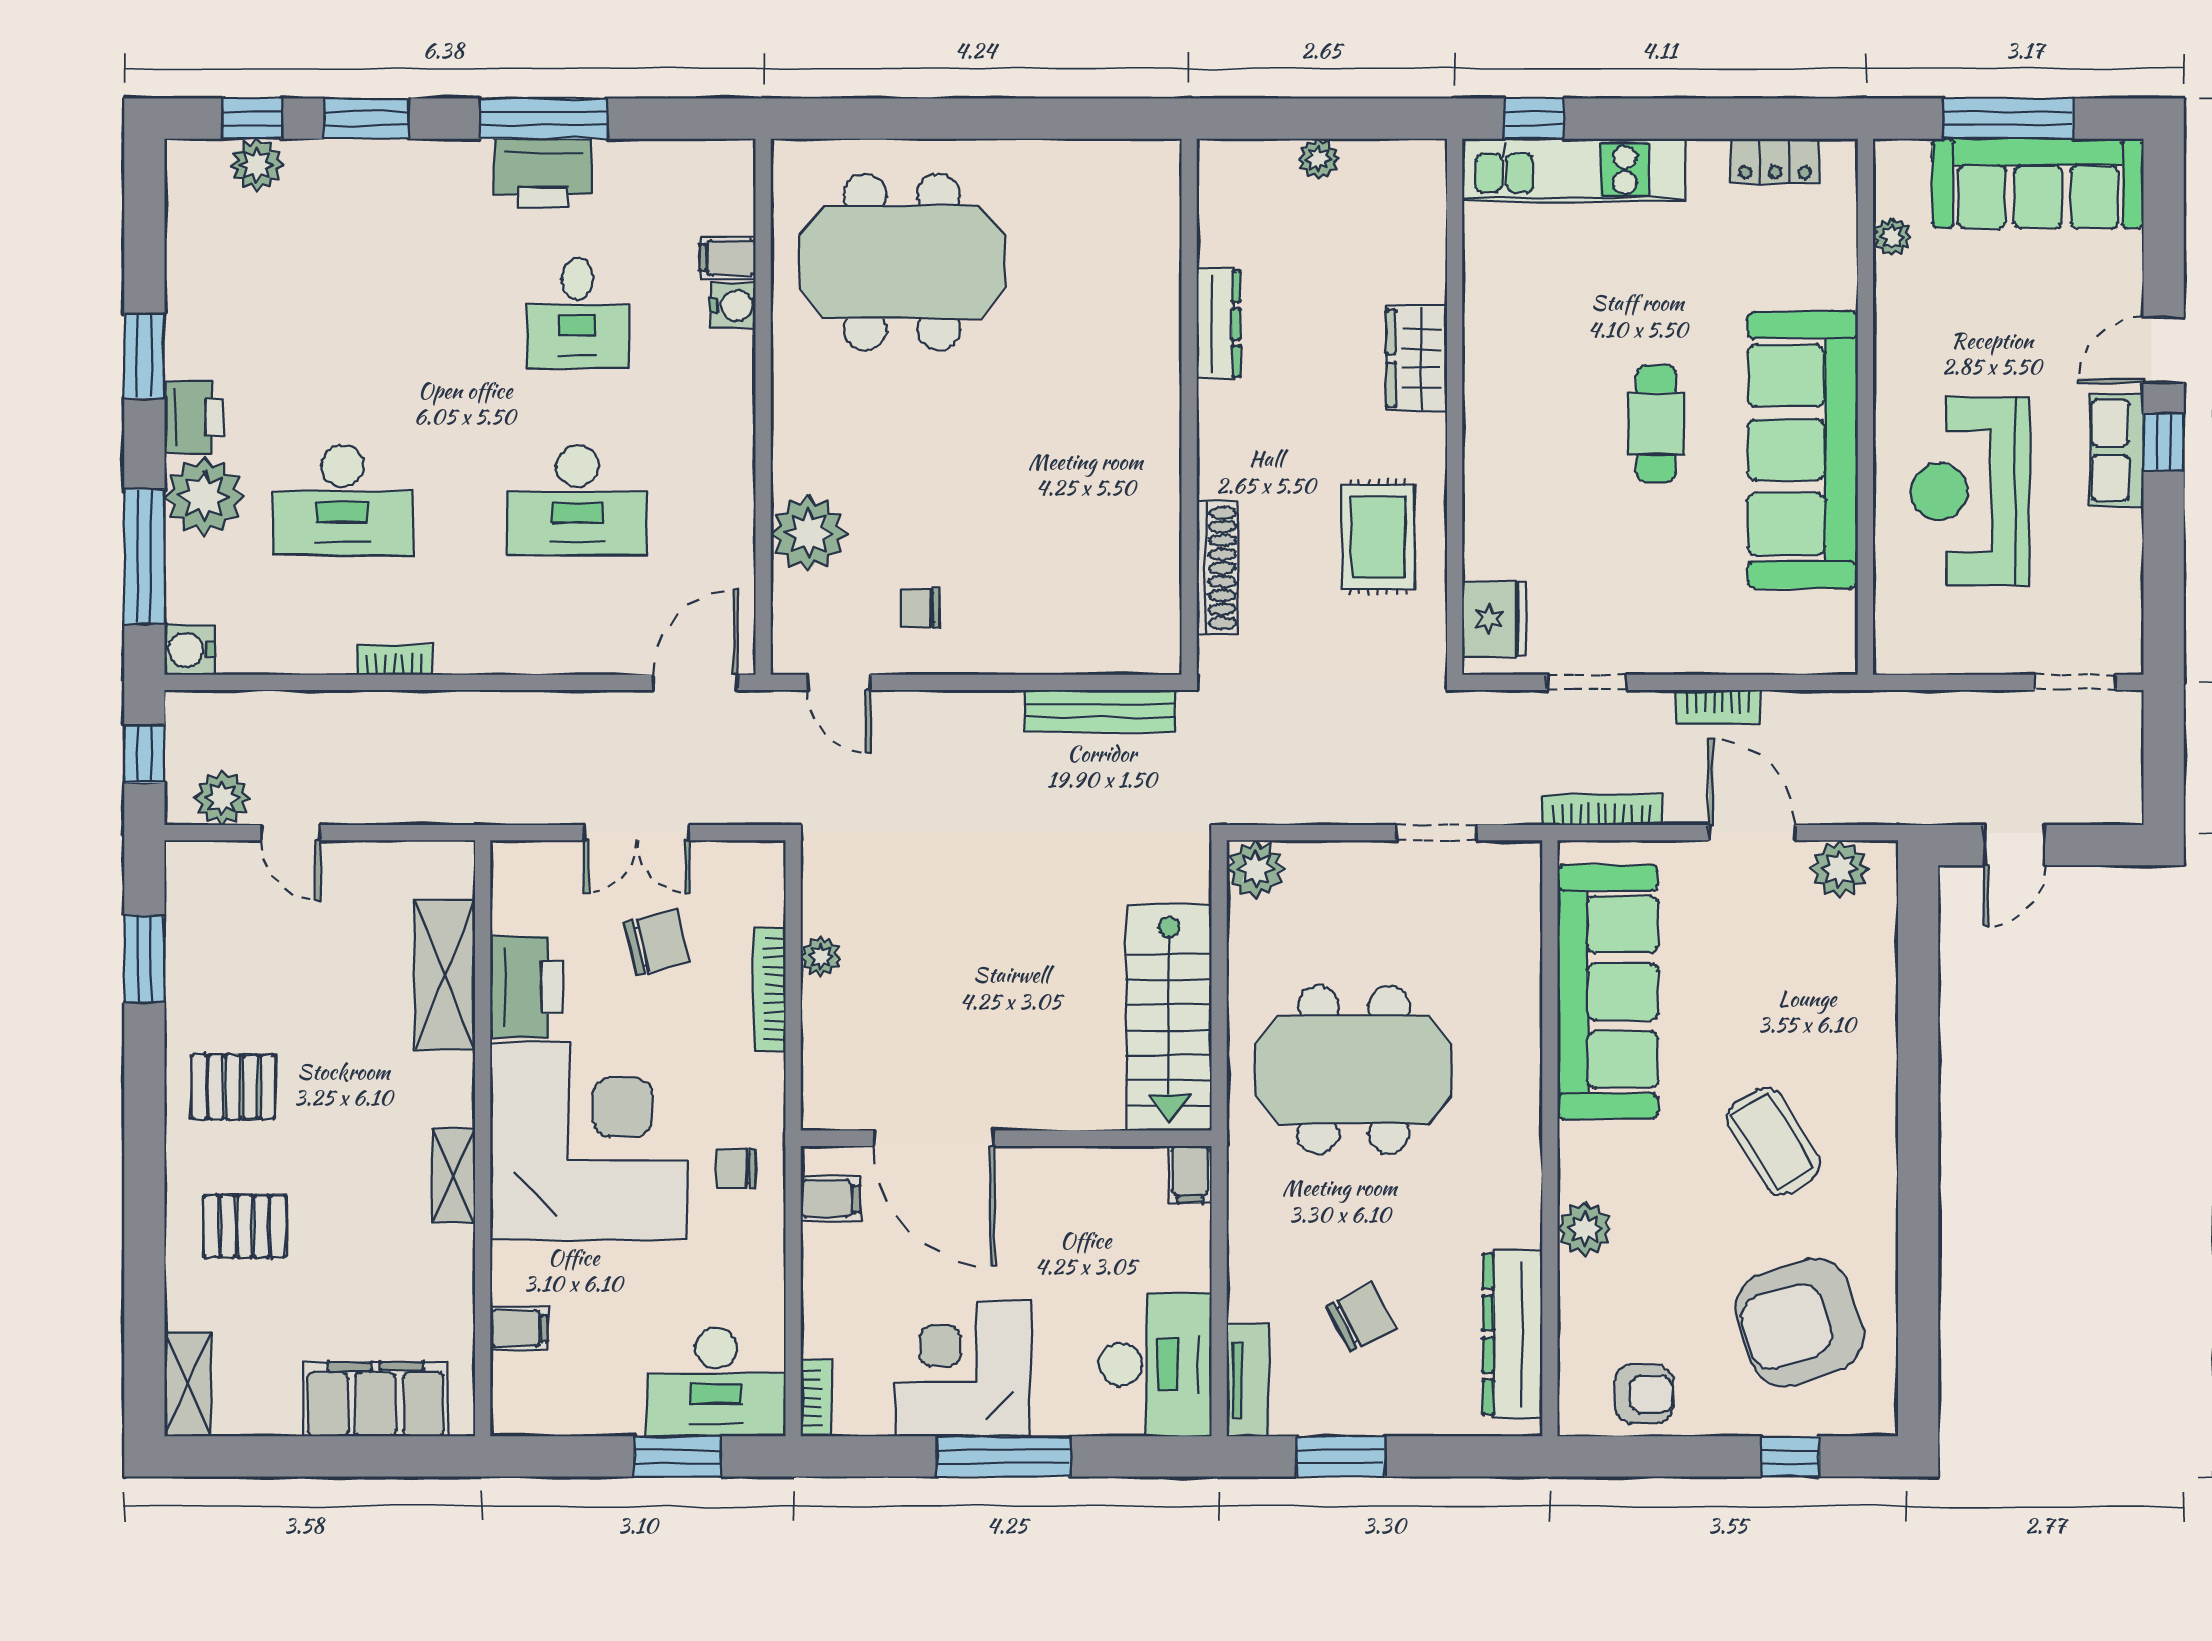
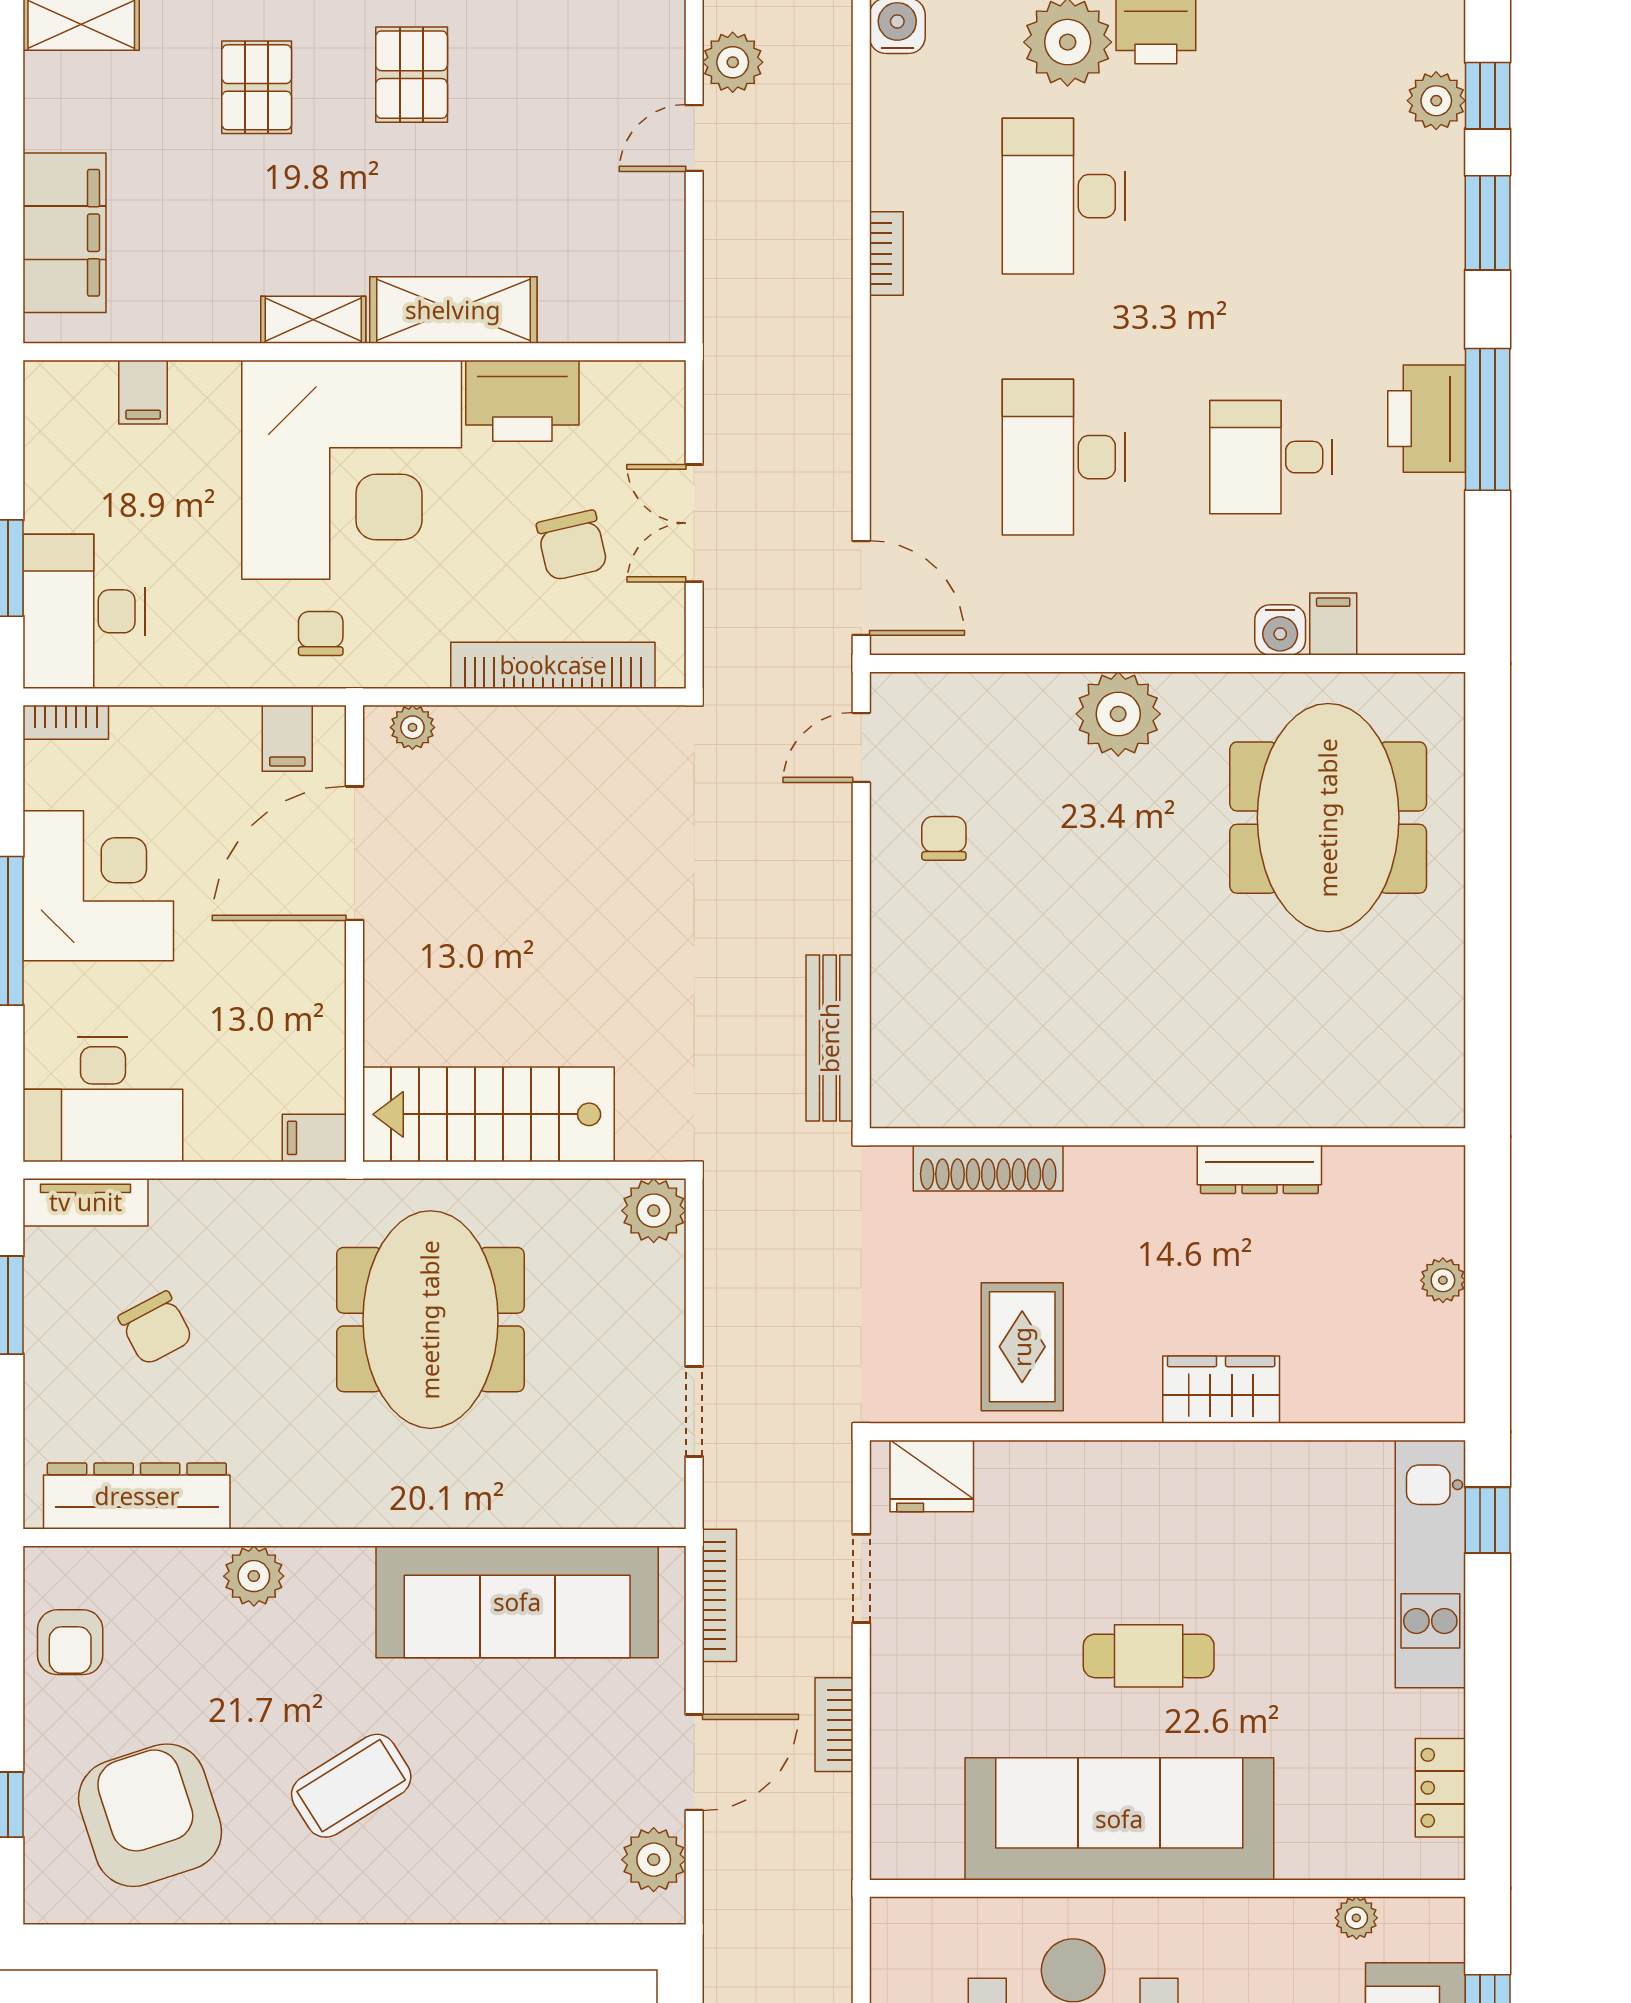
plant: (809, 533) -> (1118, 714), moved
rug: (1378, 537) -> (1022, 1347), turned 90
plant: (821, 957) -> (412, 727), moved
shelving: (445, 975) -> (453, 310), moved
bookcase: (770, 989) -> (553, 665), width x1.48, depth x1.31

